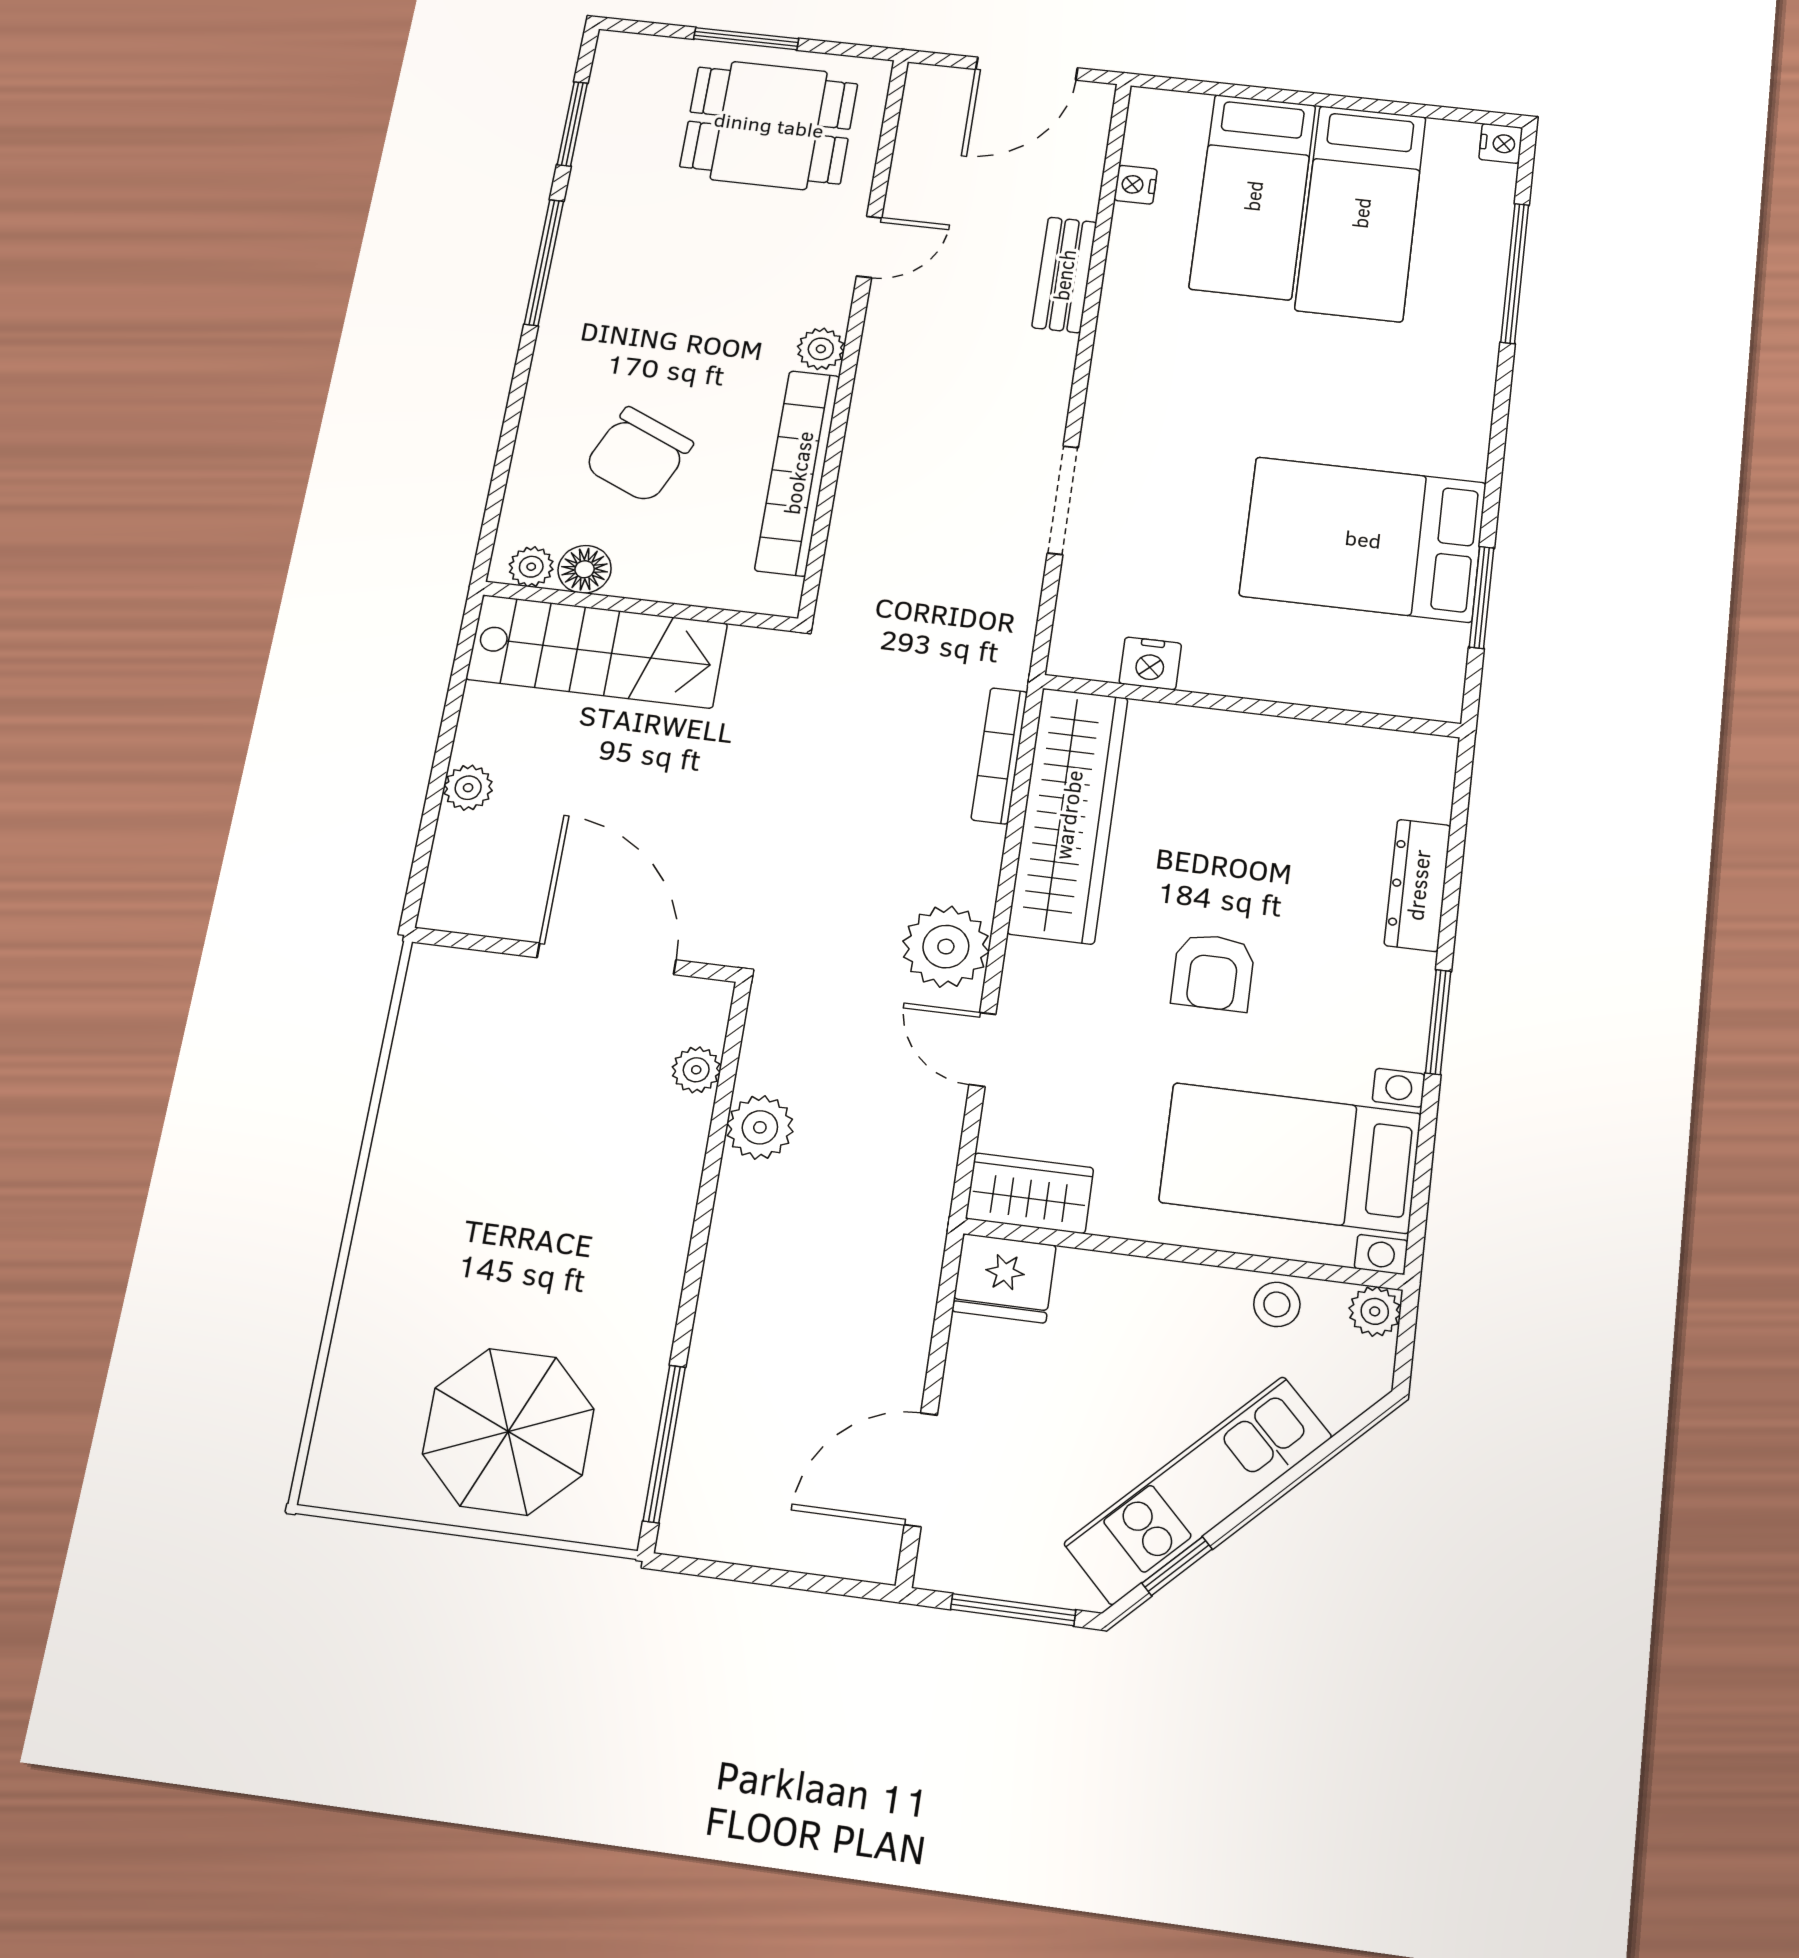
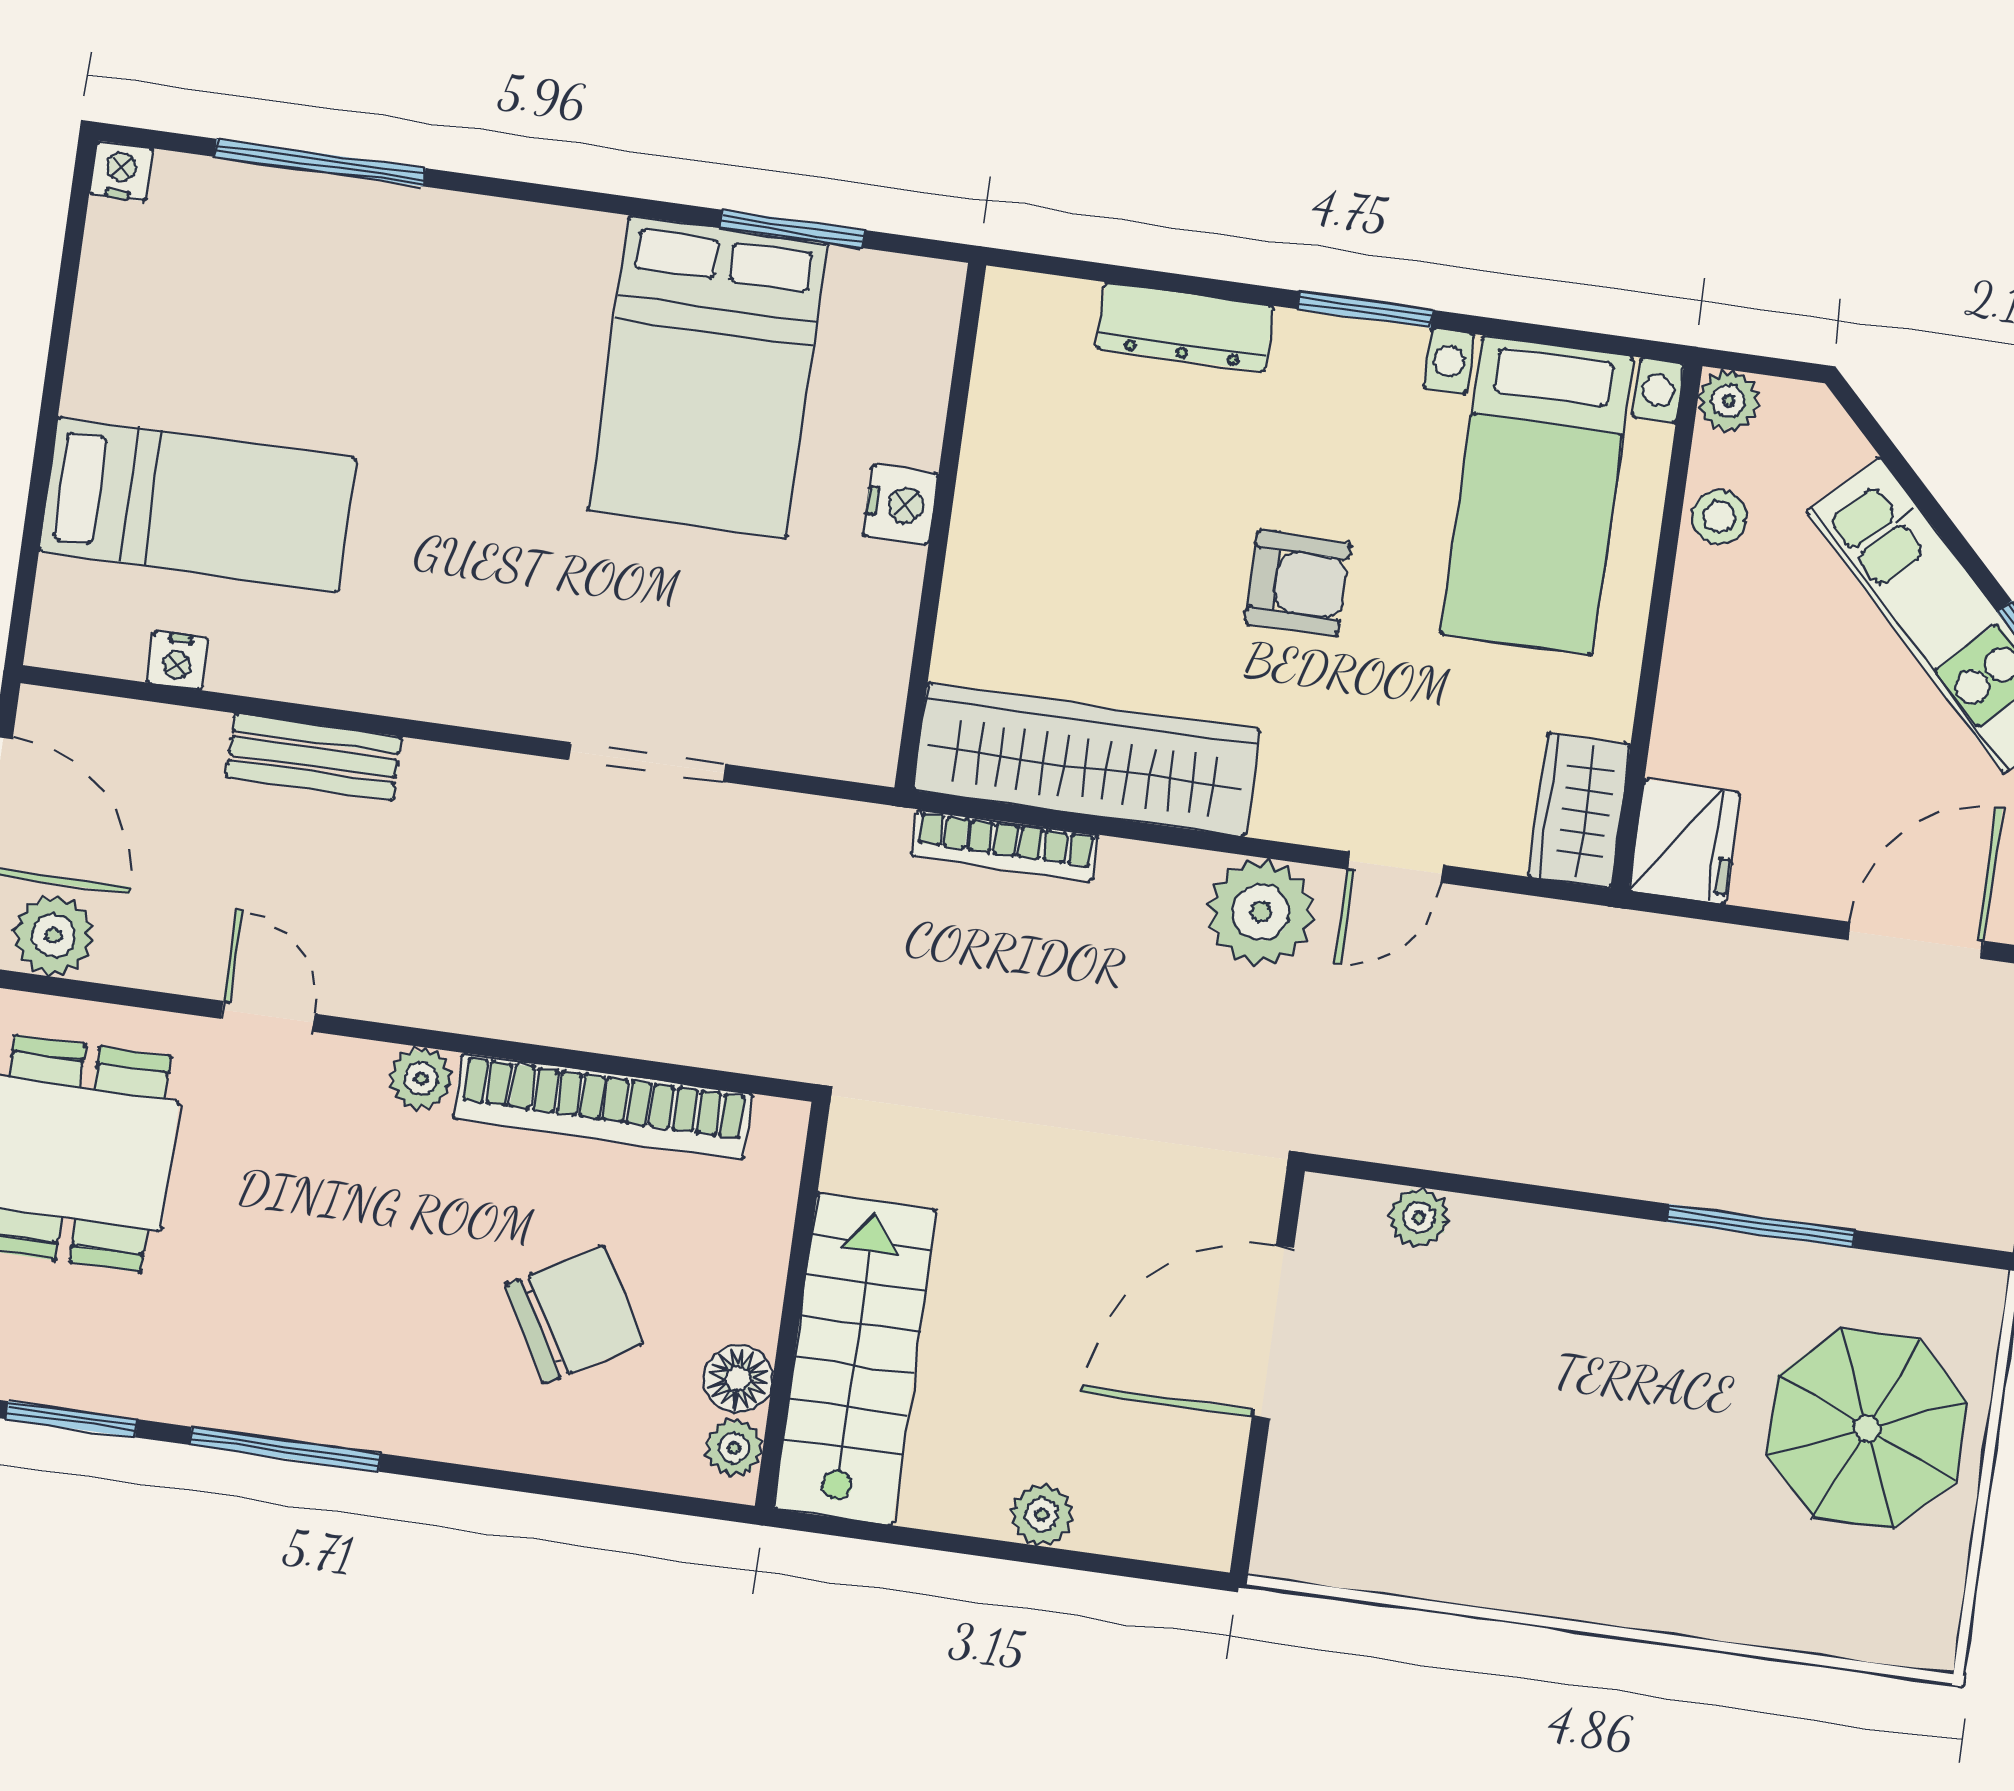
bed: (1361, 213) -> (225, 362), removed
chair: (639, 455) -> (574, 1314), turned -54
nightstand: (1150, 663) -> (901, 505), moved
plant: (760, 1127) -> (53, 936), moved
window: (664, 1444) -> (1761, 1226), moved
door: (921, 1470) -> (1916, 940), swing flipped

